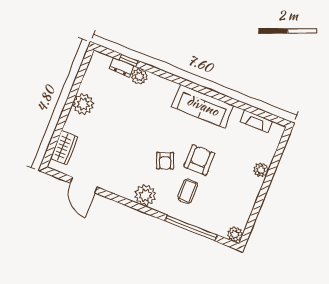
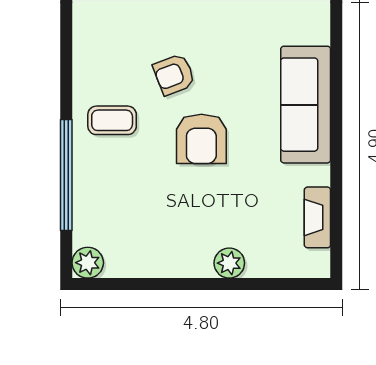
armchair: (199, 160) -> (201, 139), turned 90
coffee table: (188, 191) -> (112, 120), moved
plant: (145, 195) -> (94, 63), removed

